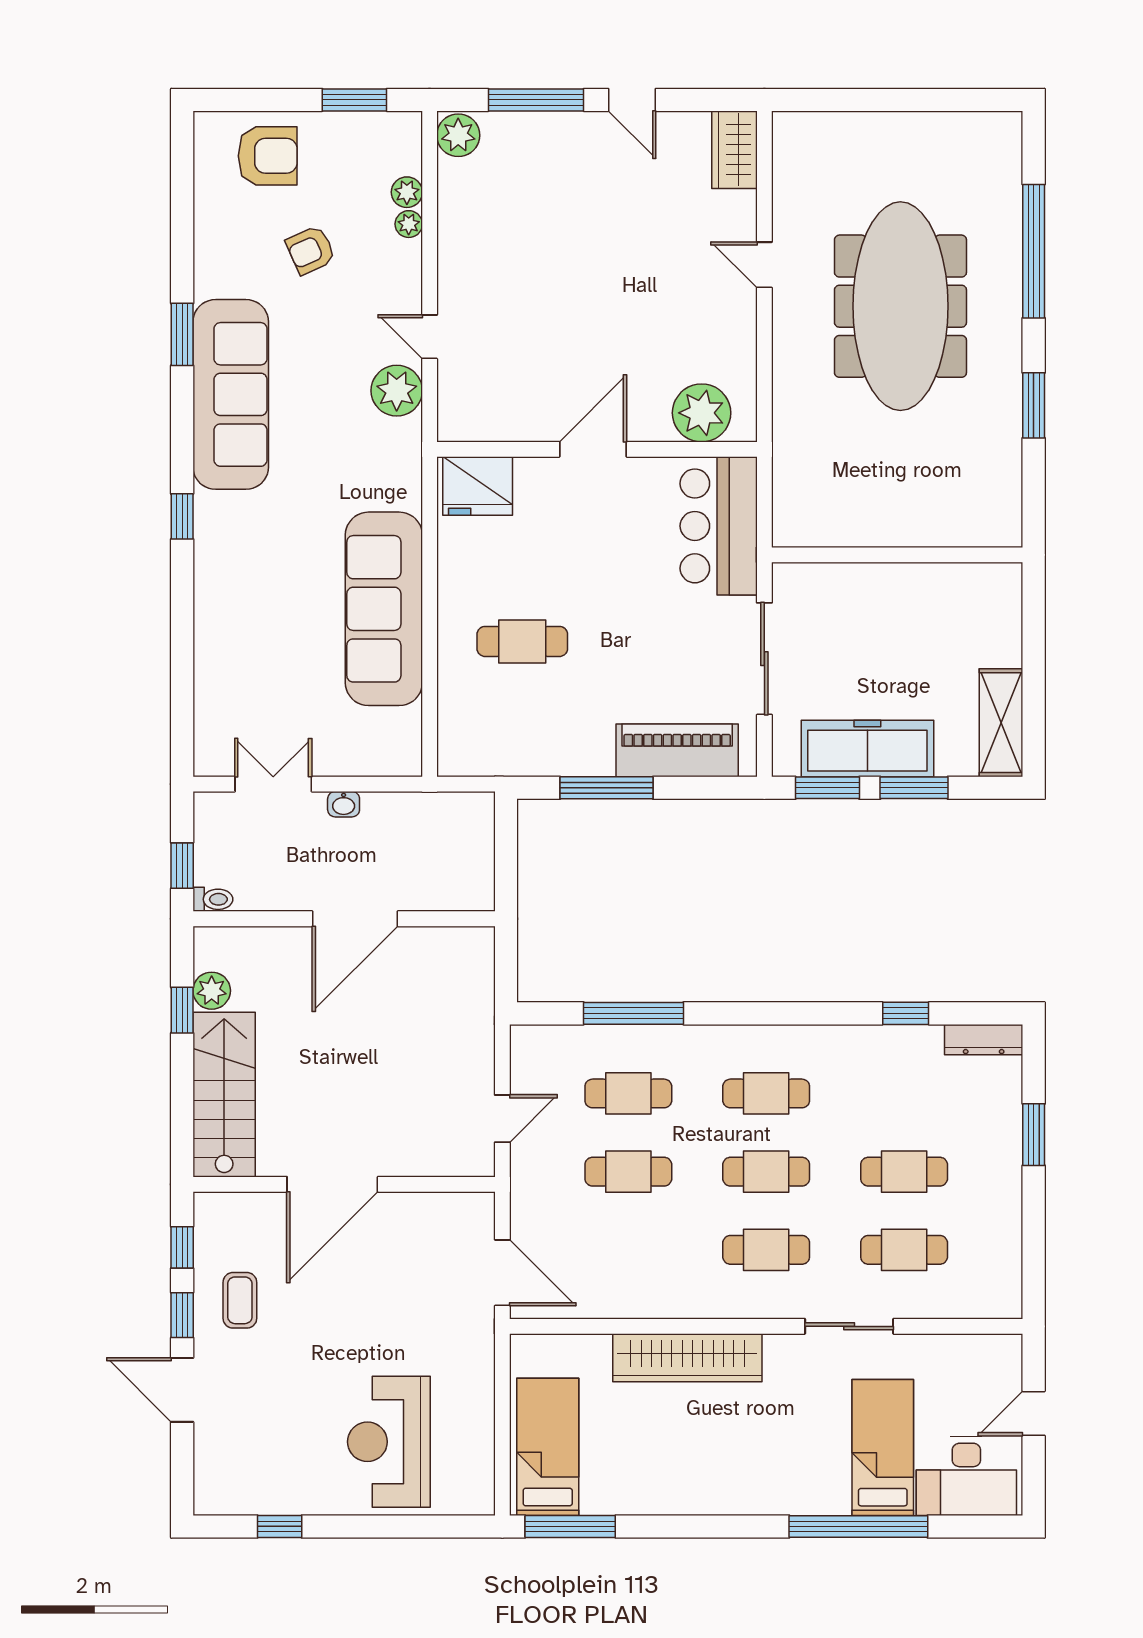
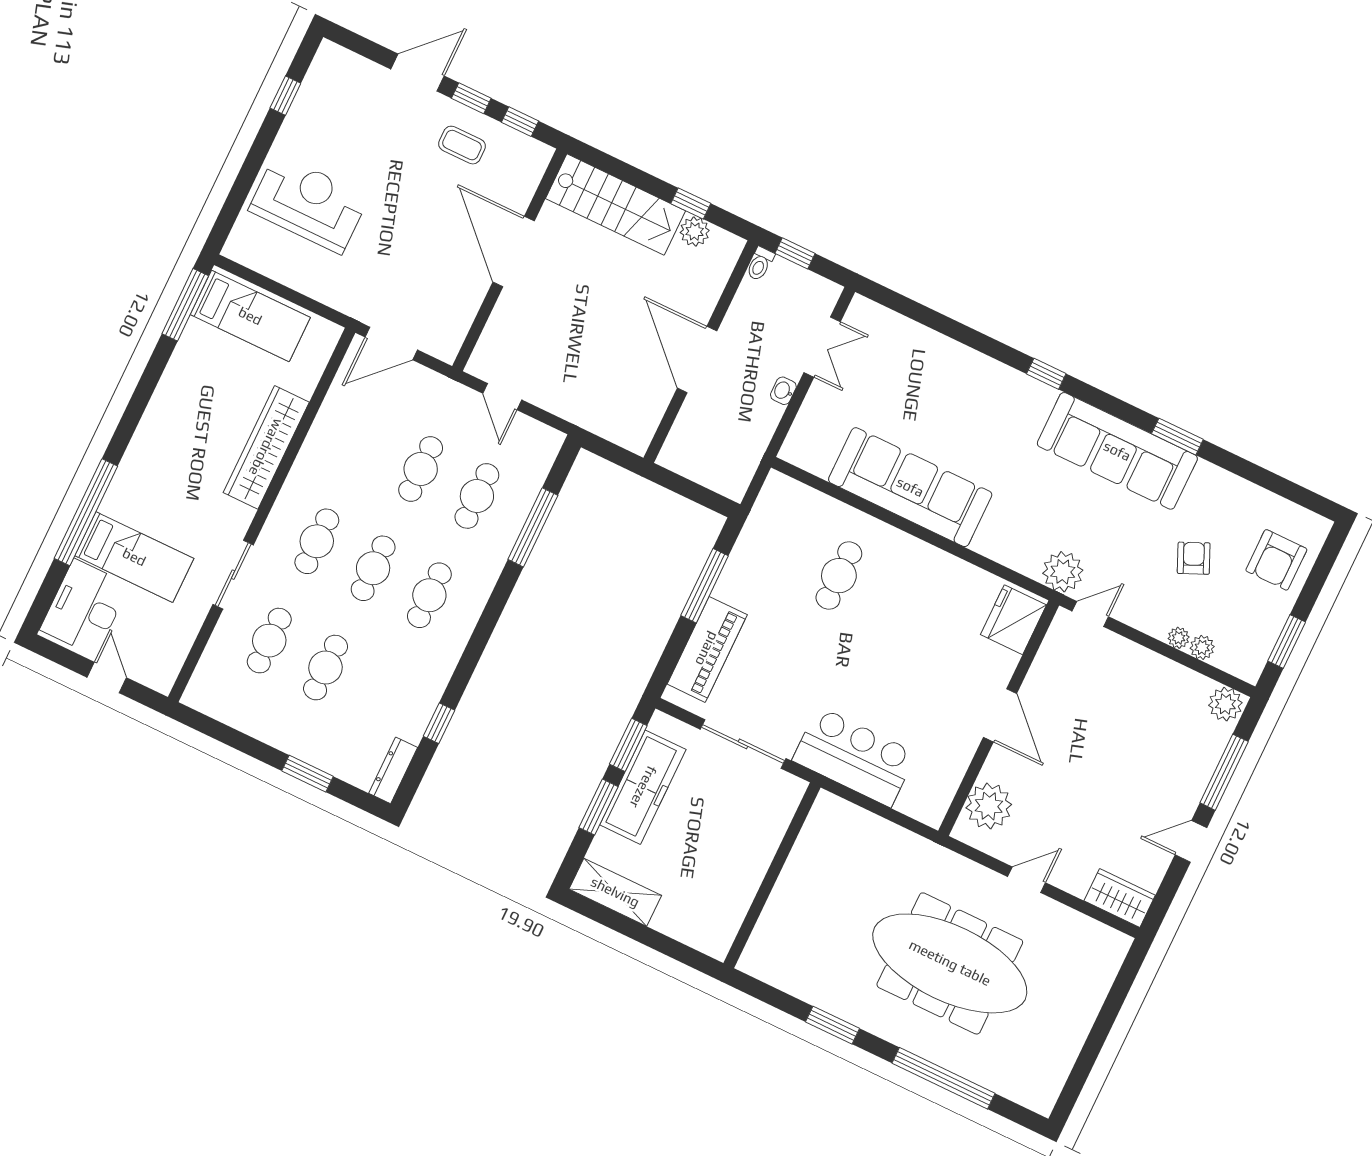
plant: (702, 413) -> (989, 806), moved
door: (593, 449) -> (1000, 715), moved
wall: (597, 449) -> (999, 718), moved
fridge: (478, 486) -> (1013, 620), moved

